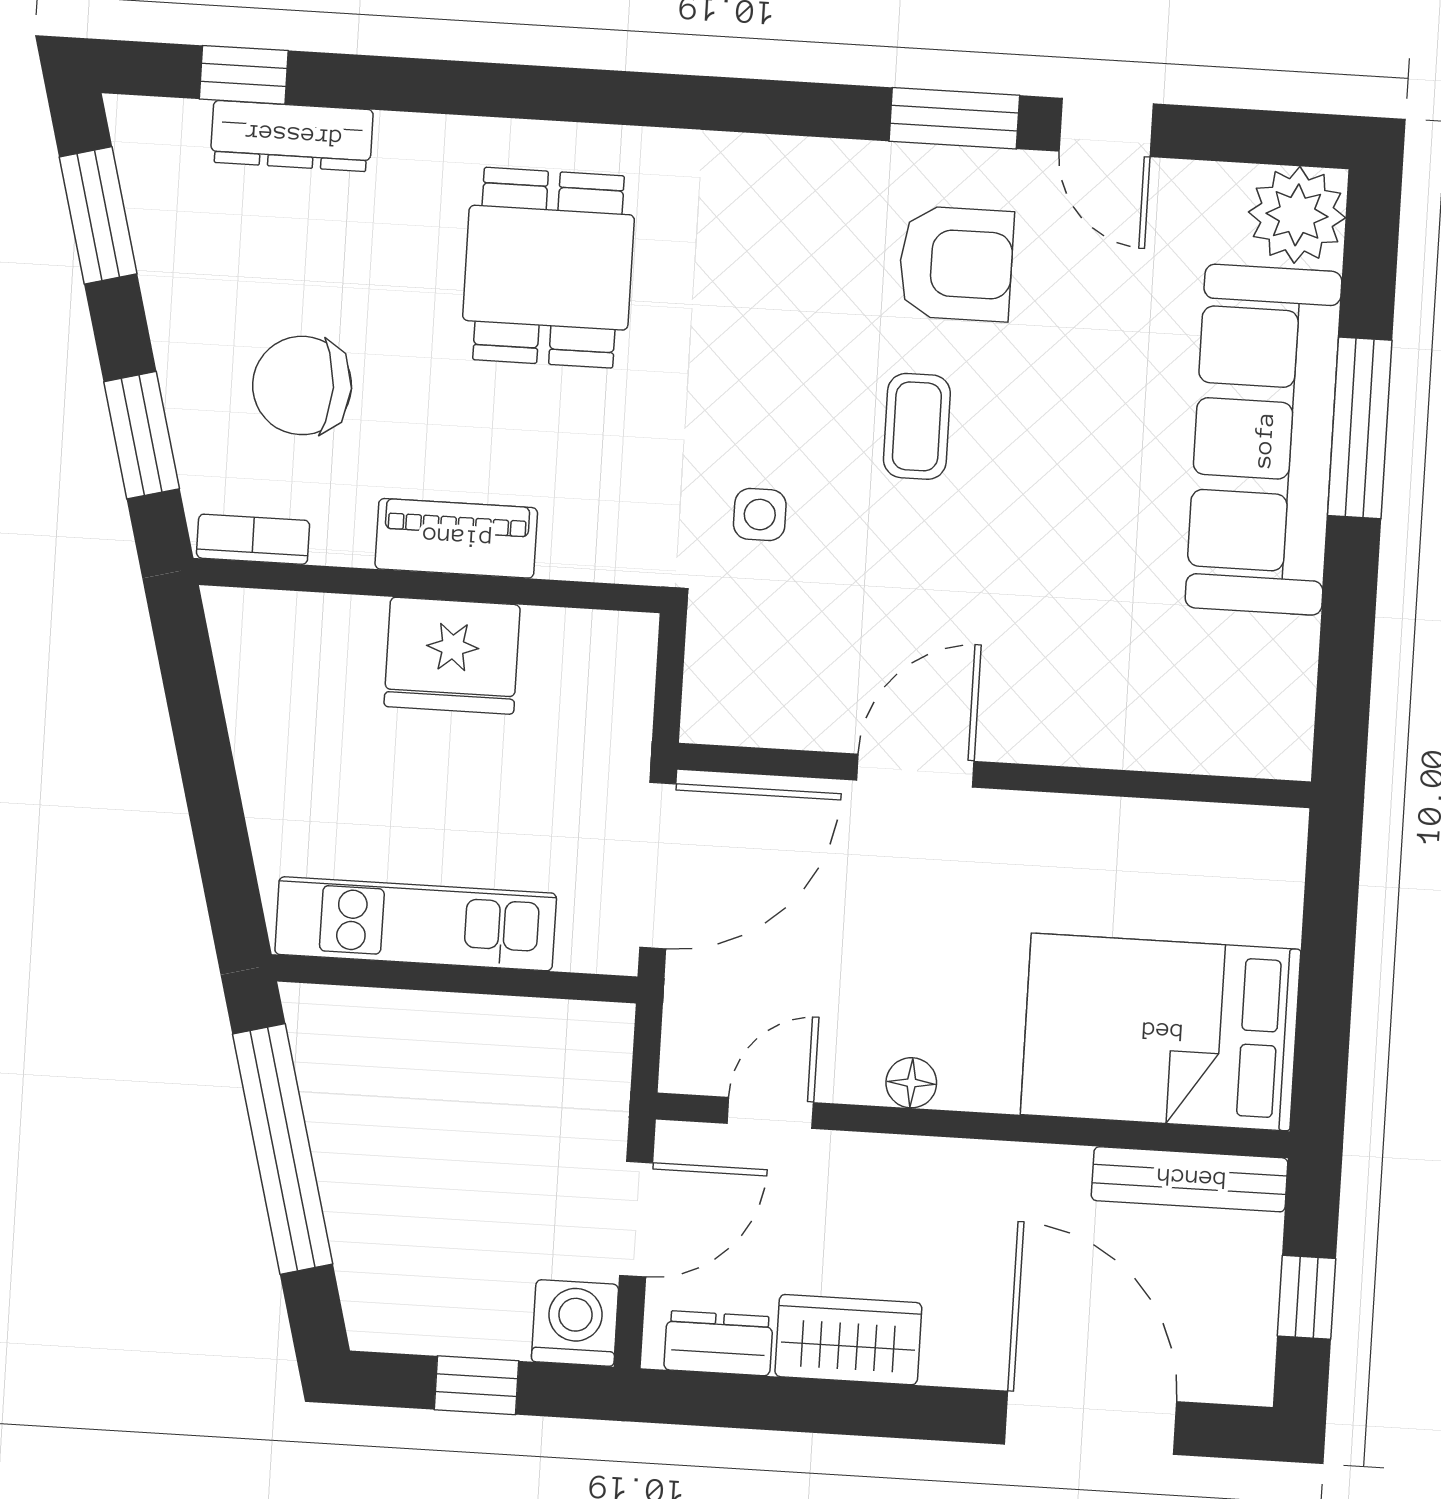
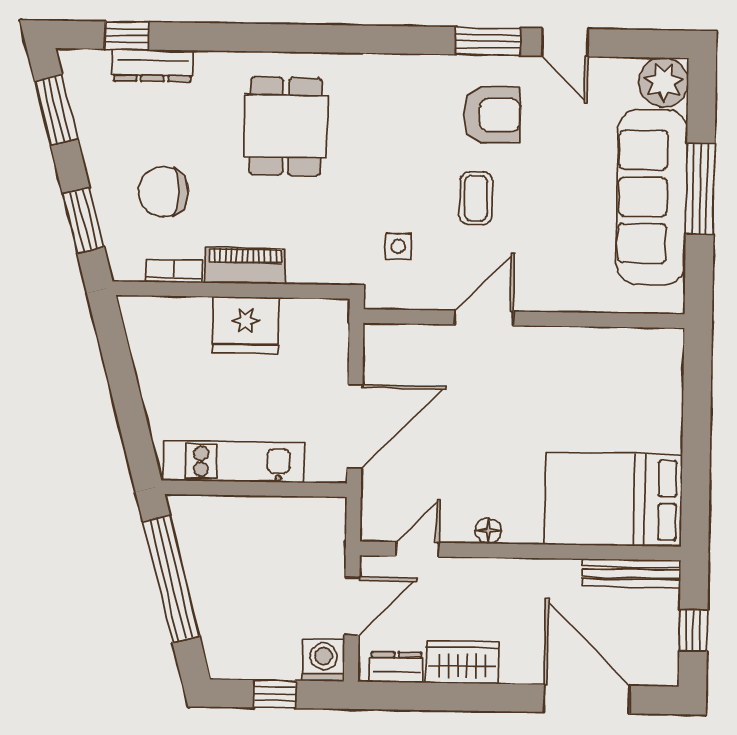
bookcase: (253, 539) -> (174, 271), moved
door: (915, 771) -> (484, 318), moved
wall: (994, 776) -> (524, 319), moved

